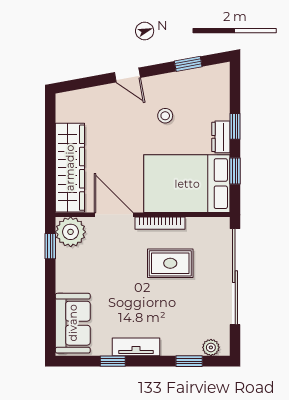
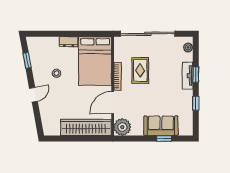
window: (235, 126) -> (63, 34), removed
window: (235, 171) -> (88, 34), removed
window: (50, 246) -> (164, 139), moved
sofa: (73, 323) -> (161, 126), moved
tv unit: (136, 347) -> (188, 76), moved
window: (189, 361) -> (196, 75), moved

